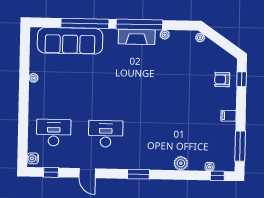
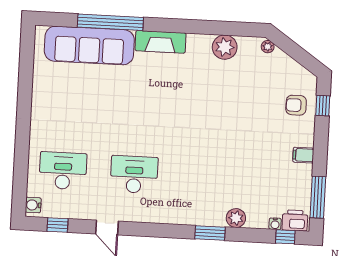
window: (139, 24) -> (185, 26), removed
plant: (165, 35) -> (225, 47), width x1.87, depth x1.87
fireplace: (137, 37) -> (161, 42), moved
plant: (34, 78) -> (38, 95), removed
printer: (224, 164) -> (295, 220), added
window: (138, 174) -> (210, 233), moved

